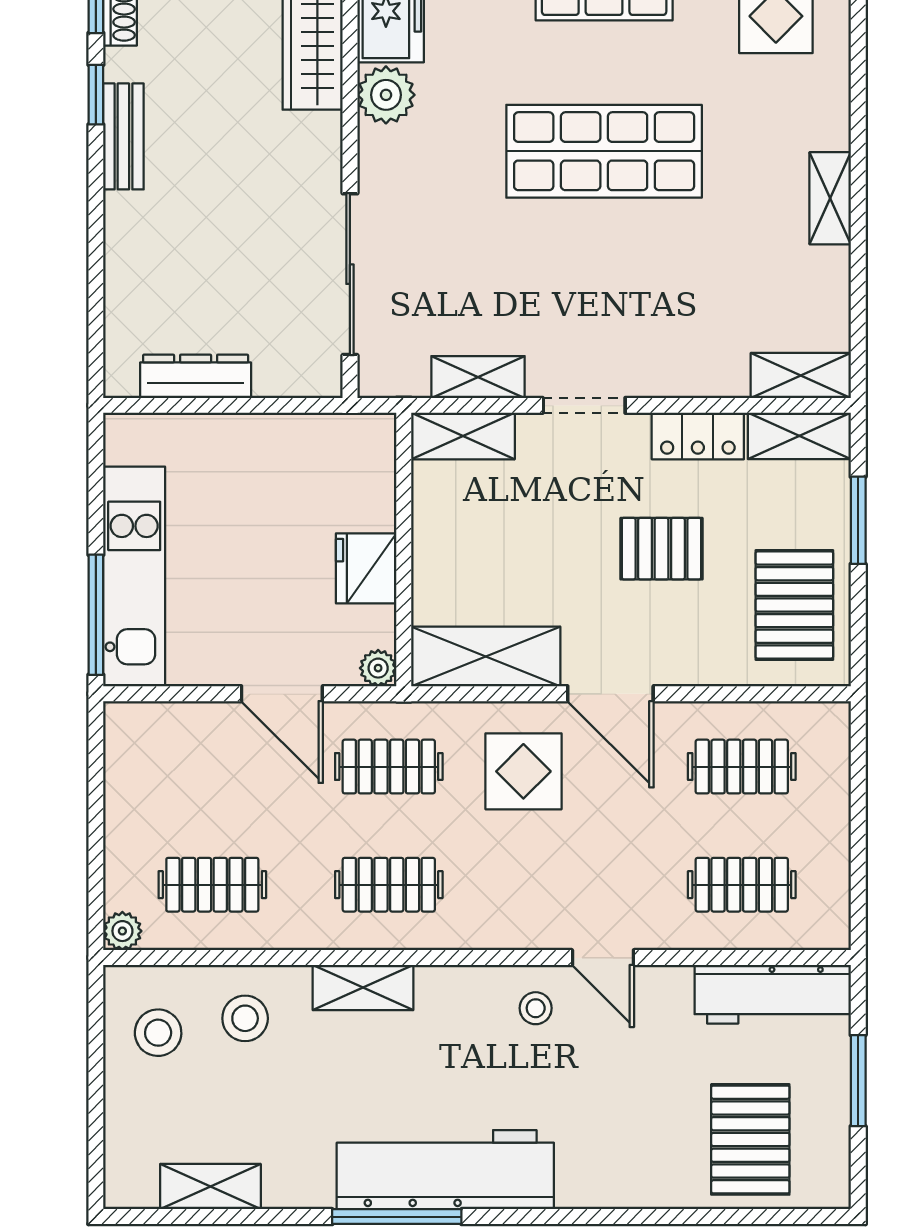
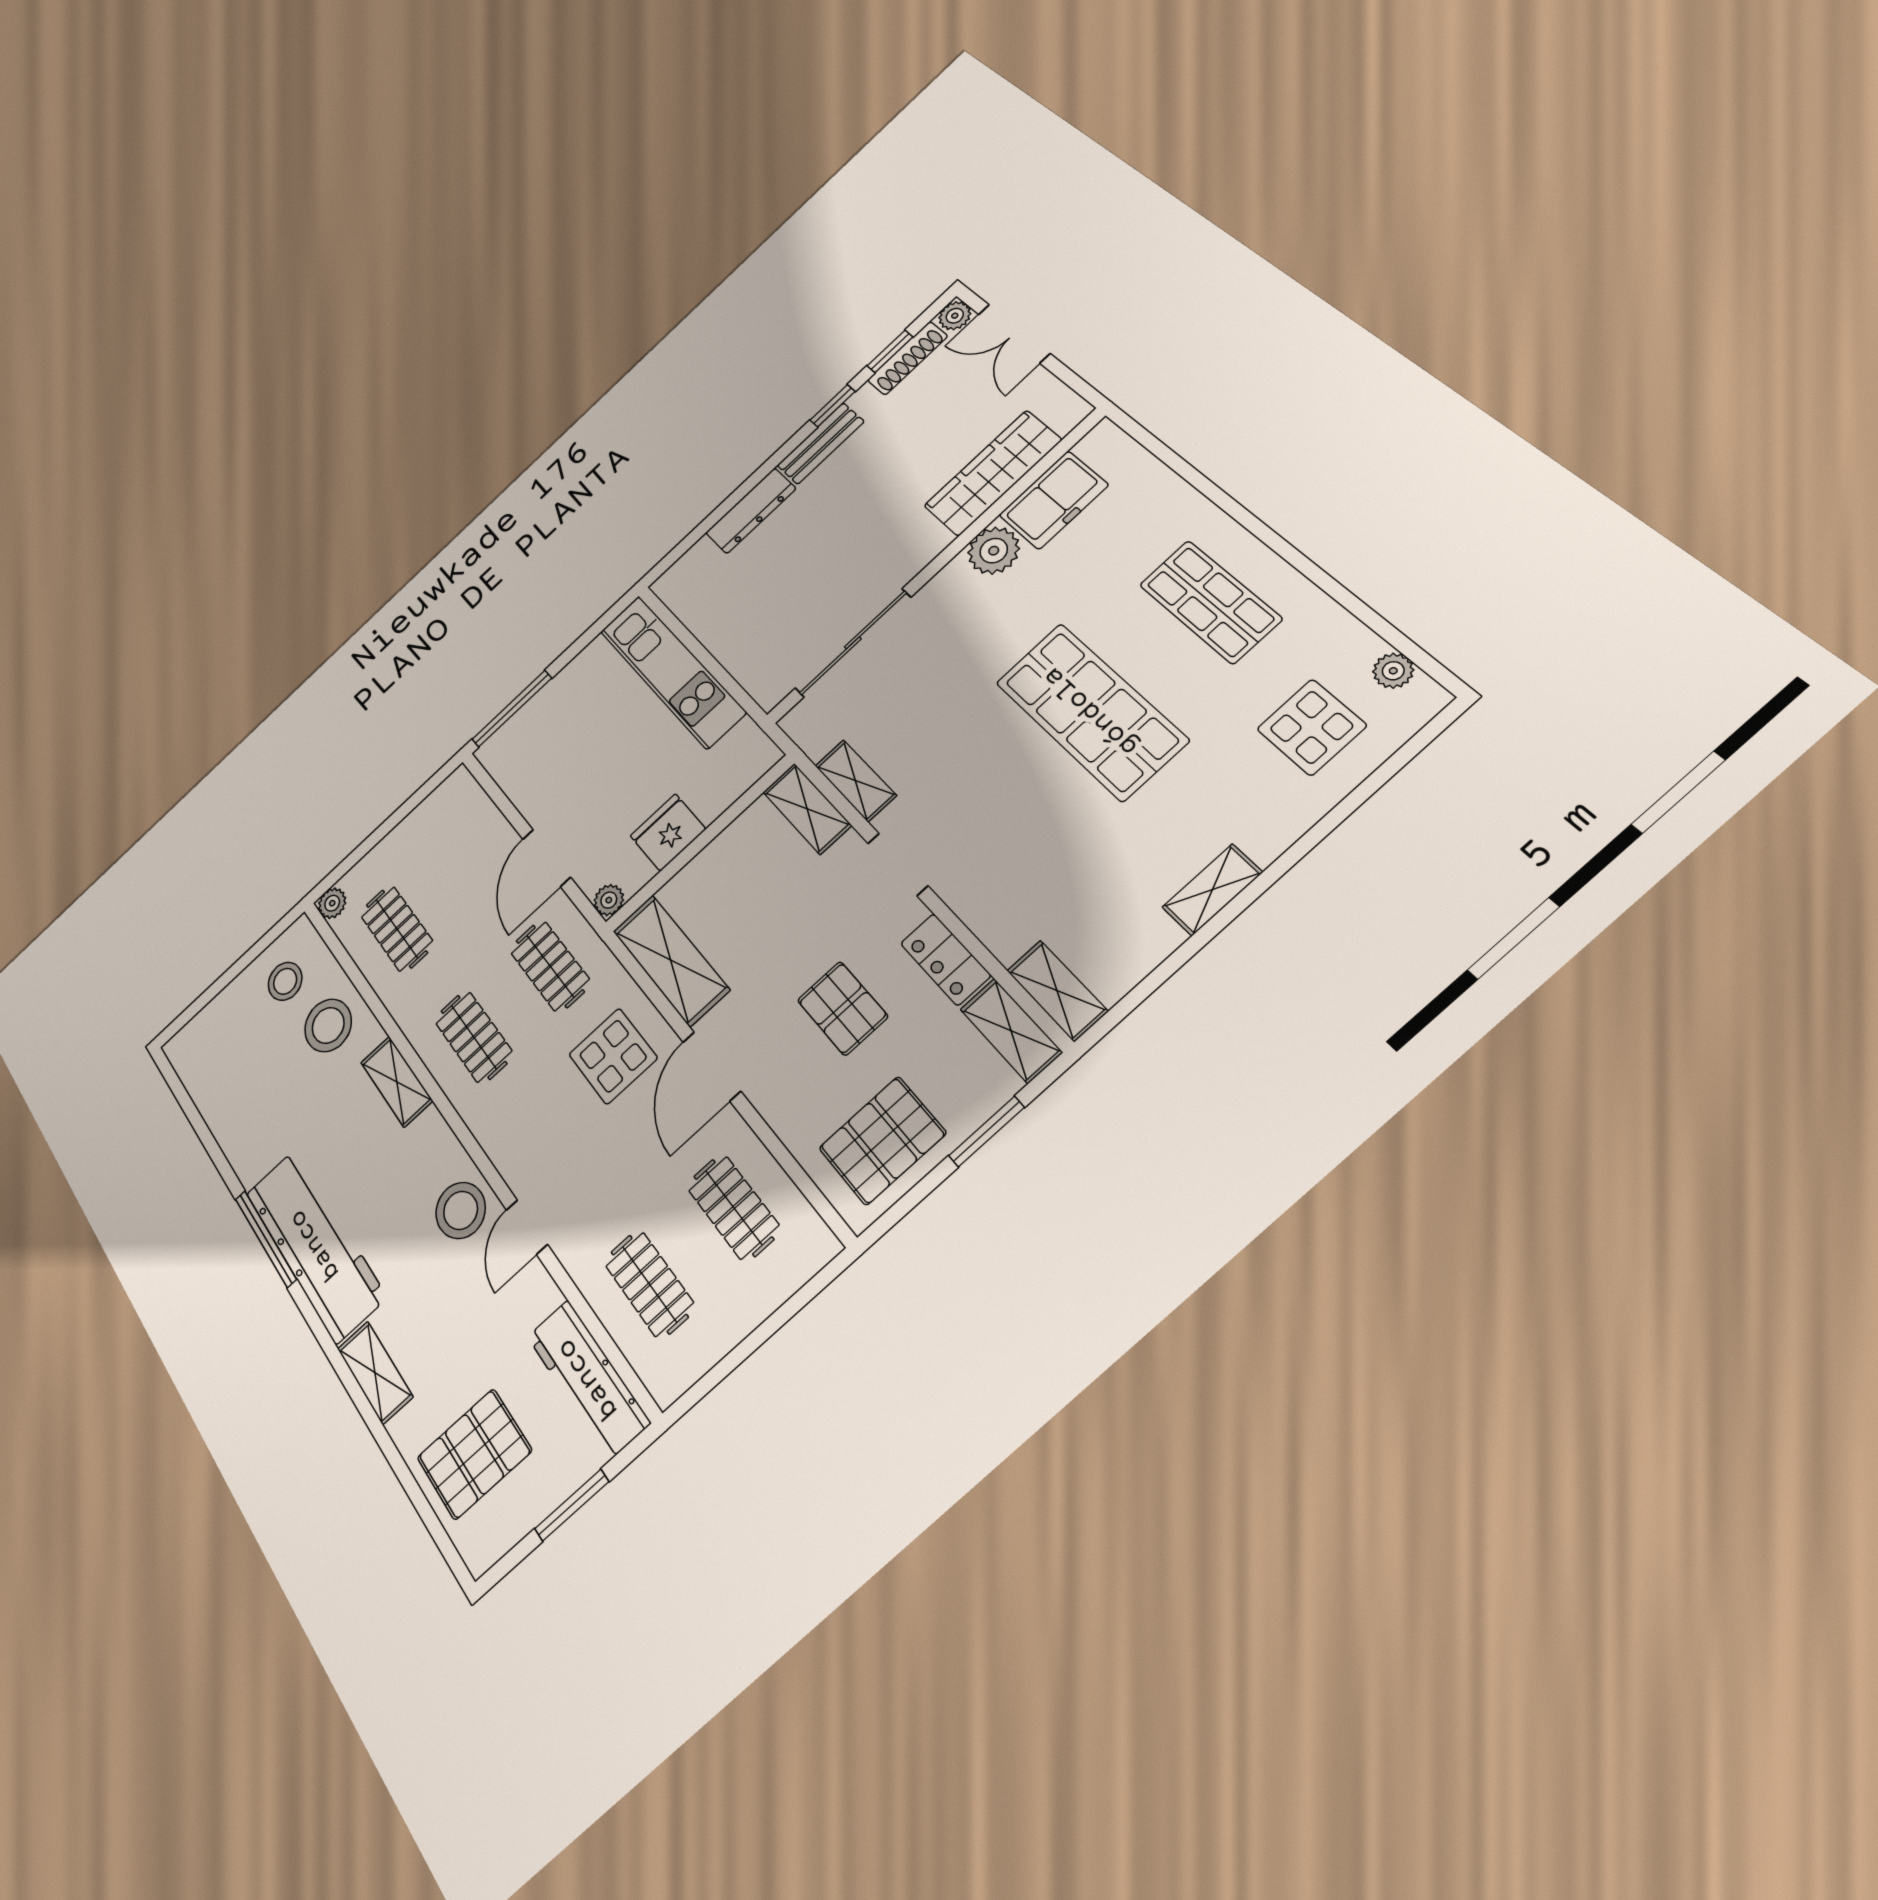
dresser: (196, 376) -> (751, 511), moved, turned 90
kitchen unit: (134, 576) -> (672, 671), moved, turned 90
stool: (536, 1008) -> (461, 1210), width x1.89, depth x1.89
stool: (245, 1018) -> (328, 1025), width x1.38, depth x1.38
shelving: (210, 1187) -> (375, 1373), moved

